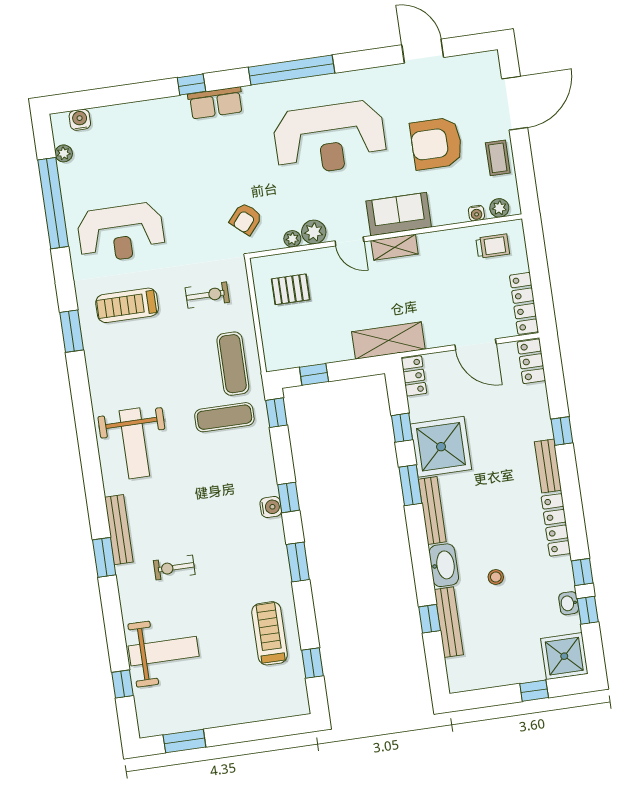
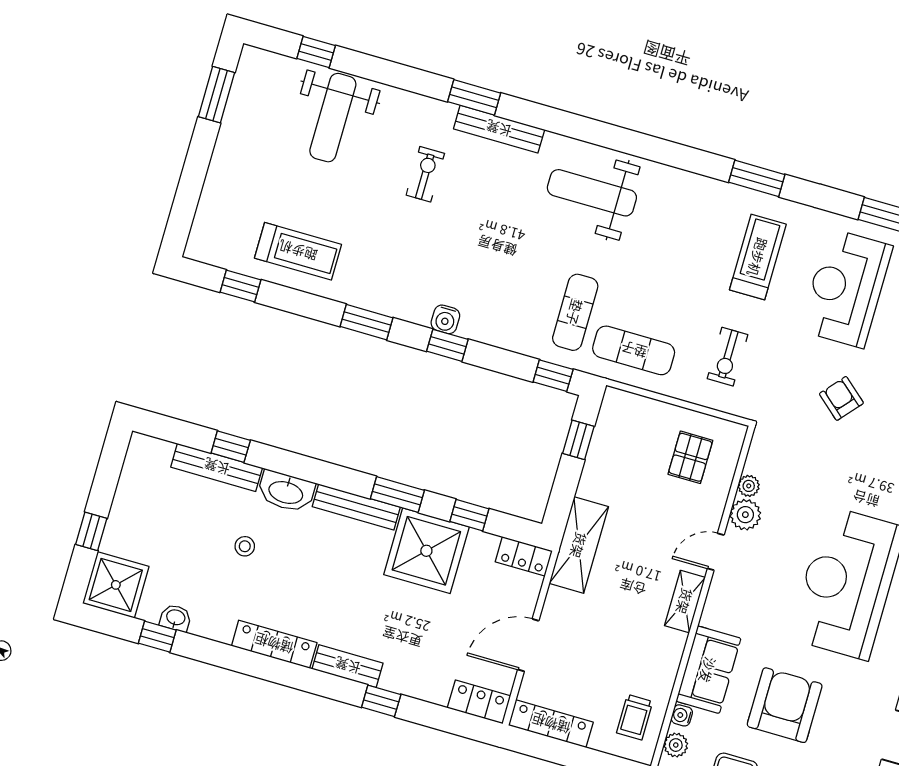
sofa: (399, 214) -> (708, 670), moved
armchair: (246, 219) -> (841, 398), moved
window: (582, 572) -> (205, 650), removed

